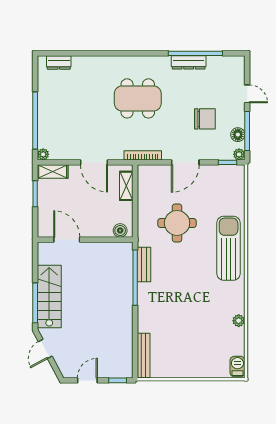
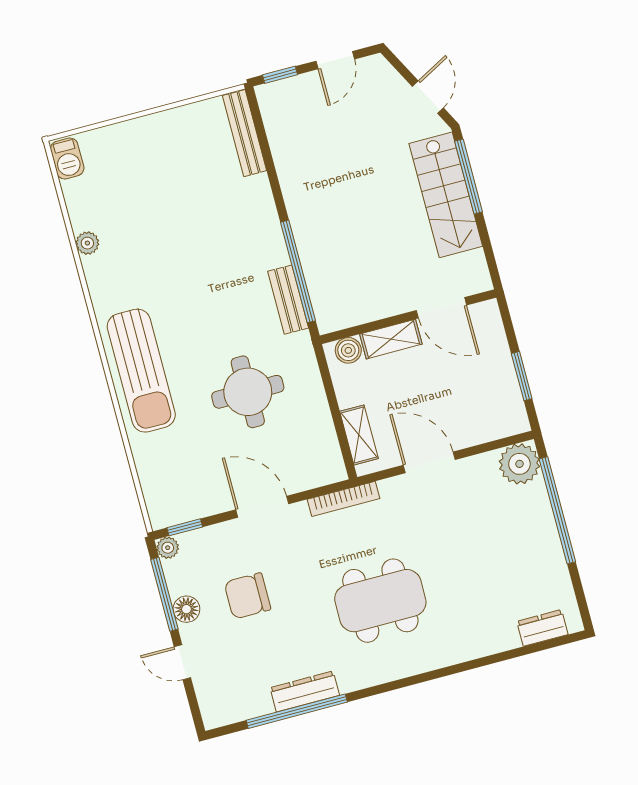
floor lamp: (238, 135) -> (186, 609), moved
plant: (43, 154) -> (519, 464), width x1.88, depth x1.88
door: (185, 162) -> (262, 507), hinge flipped
shelving: (53, 171) -> (391, 339), moved

